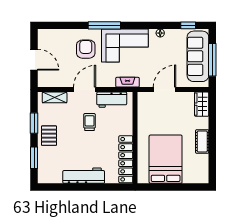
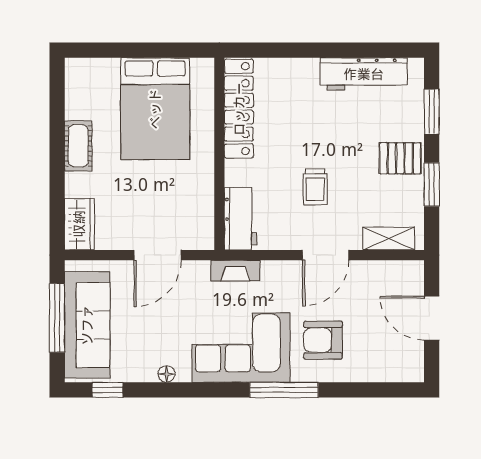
armchair: (86, 49) -> (323, 340), turned 90
workbench: (112, 100) -> (241, 219), moved, turned 90
pallet: (49, 136) -> (400, 158), turned 90
workbench: (84, 176) -> (364, 74), moved

